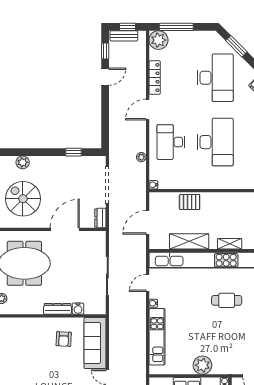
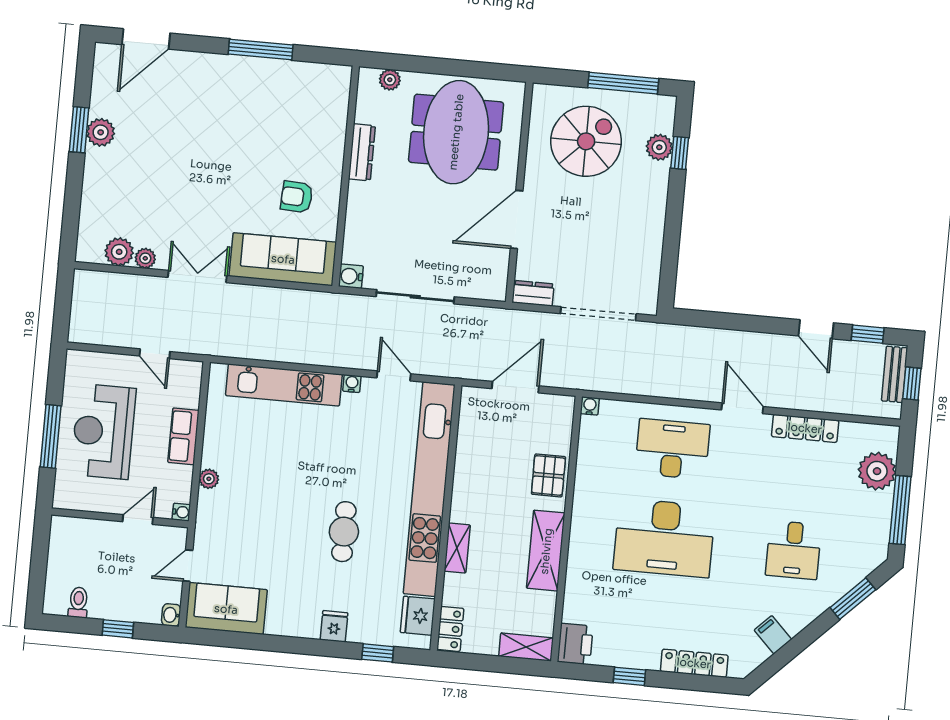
window: (176, 27) -> (900, 510), moved
plant: (158, 40) -> (877, 471), moved
desk: (215, 78) -> (793, 550), width x0.53, depth x0.77
window: (74, 152) -> (680, 153), moved
plant: (141, 157) -> (648, 387), removed
door: (148, 222) -> (515, 387), hinge flipped
door: (65, 229) -> (517, 219), swing flipped
shelving: (189, 241) -> (546, 551), moved
dresser: (58, 309) -> (362, 152), moved
water cooler: (78, 309) -> (351, 276), moved
plant: (202, 365) -> (209, 479), width x0.53, depth x0.53

